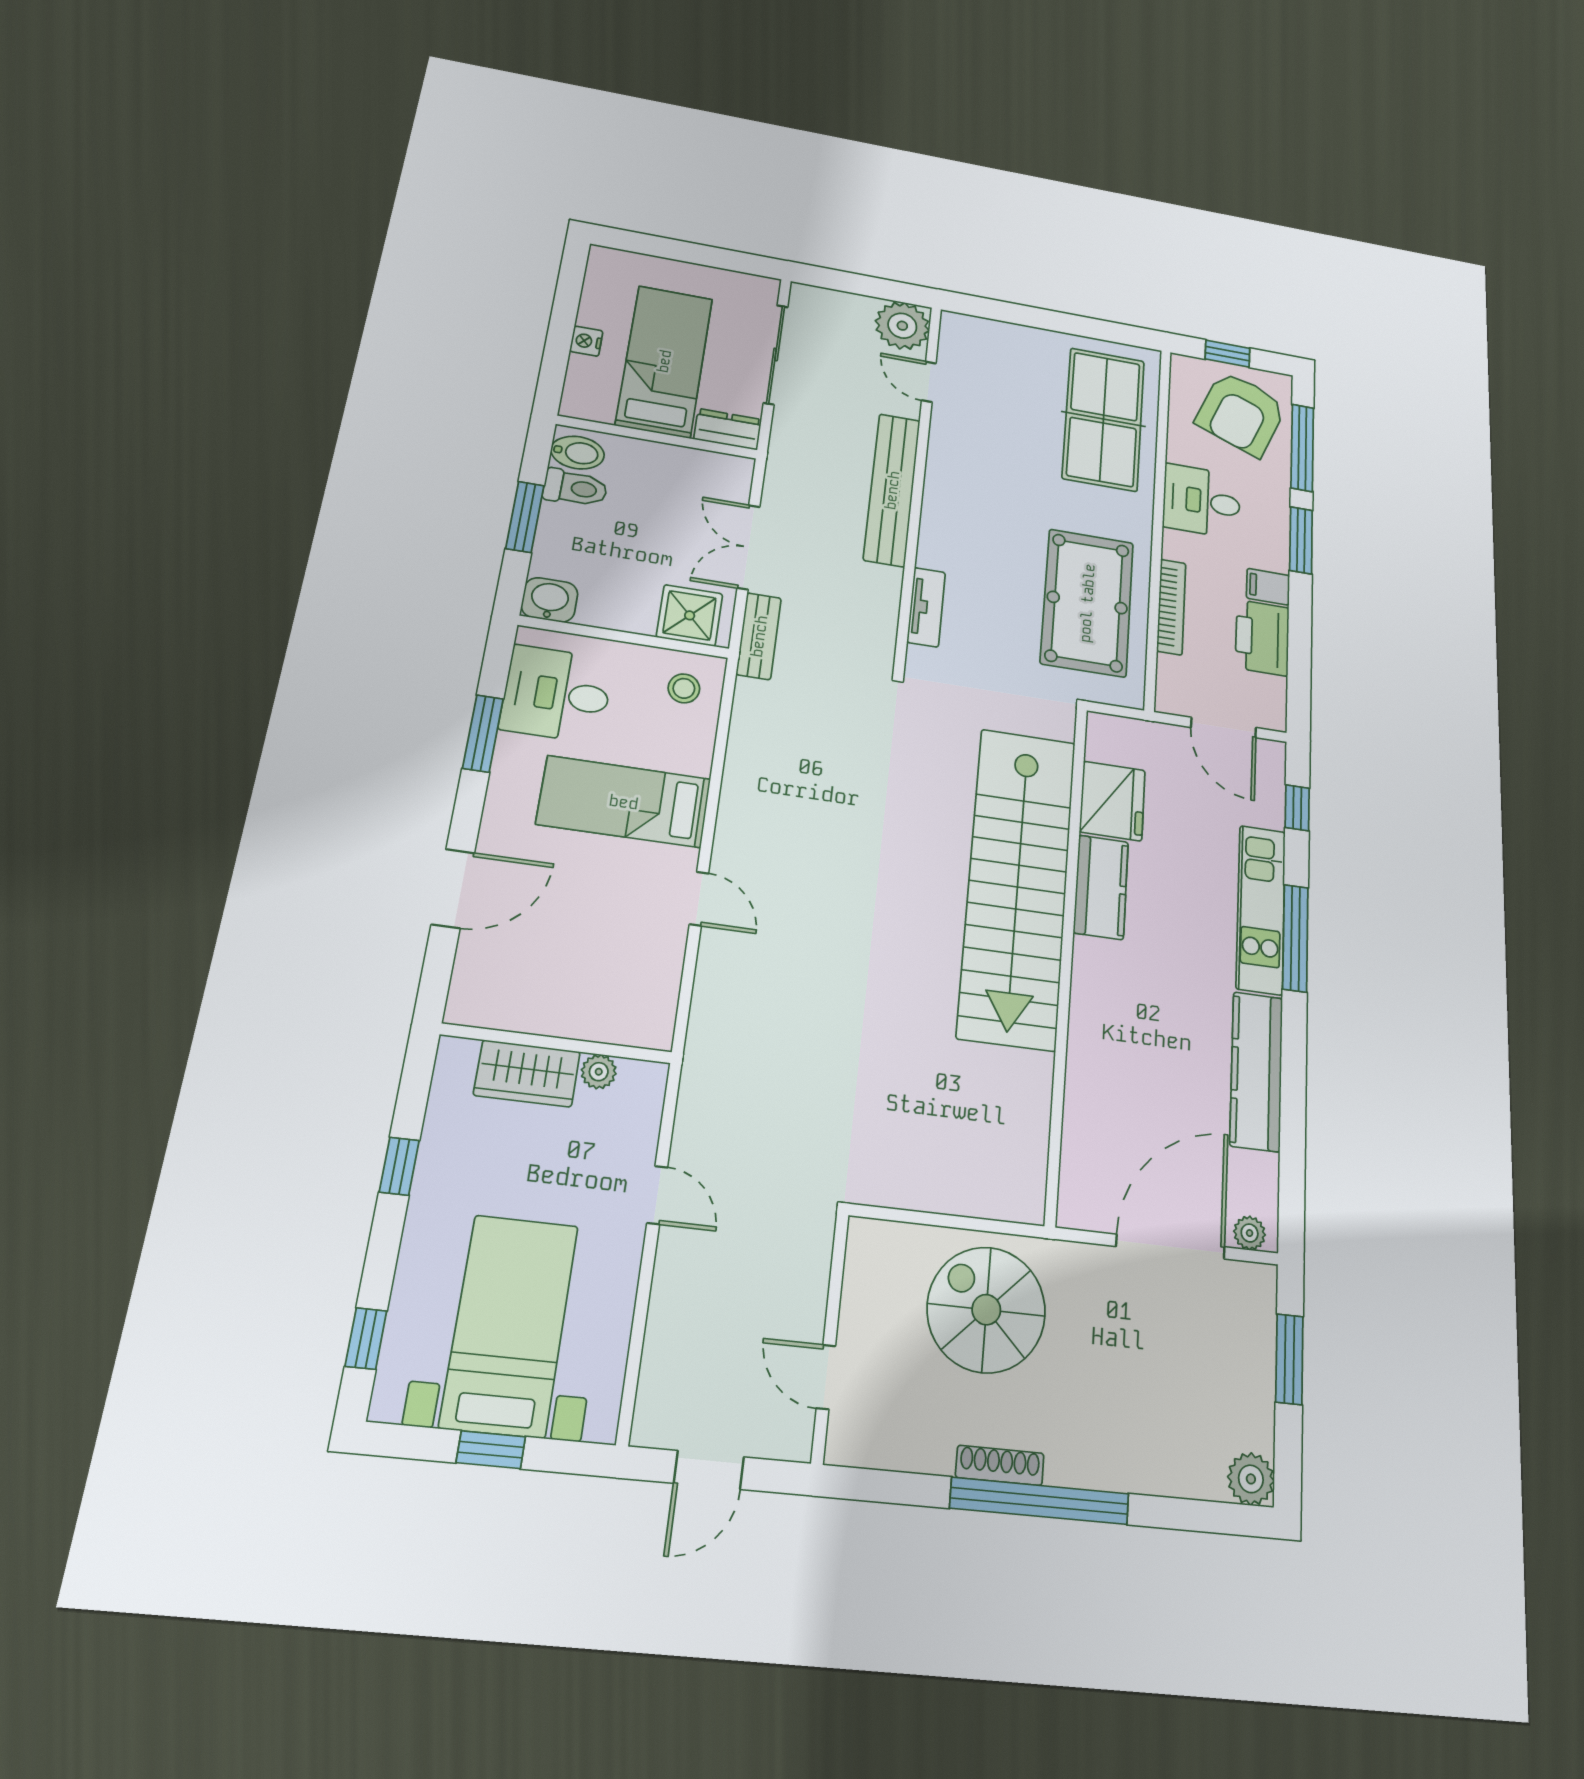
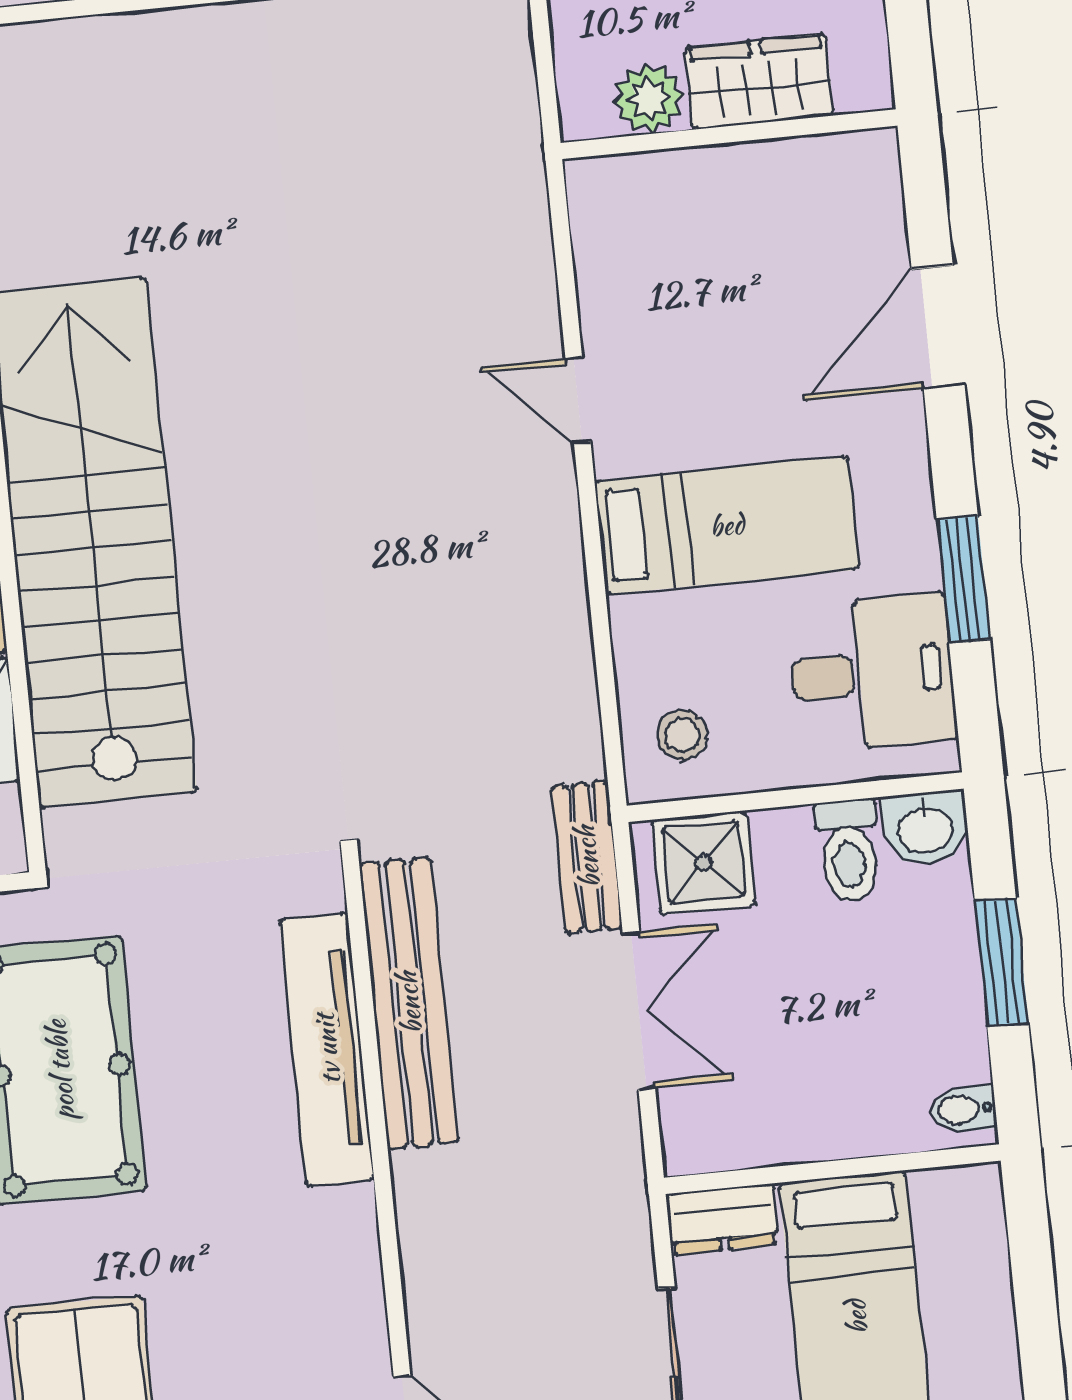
nightstand: (586, 341) -> (992, 1316), removed
bidet: (578, 453) -> (963, 1109), width x0.72, depth x0.74
toilet: (575, 488) -> (849, 851), moved, turned -90
bench: (892, 490) -> (409, 1003), moved
tv unit: (926, 607) -> (327, 1049), width x1.92, depth x1.29
plant: (599, 1072) -> (649, 99), width x1.38, depth x1.38

